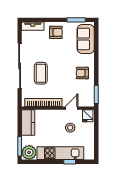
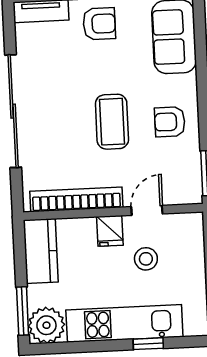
coffee table: (41, 73) -> (112, 122), moved
fridge: (88, 116) -> (110, 231), moved

